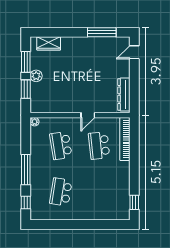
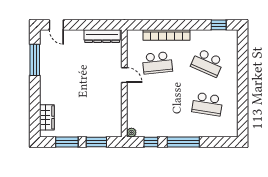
plant: (36, 76) -> (82, 131), removed
bookcase: (125, 139) -> (166, 35), moved
school desk: (61, 146) -> (207, 63), moved, turned 33
window: (26, 202) -> (151, 142), moved

